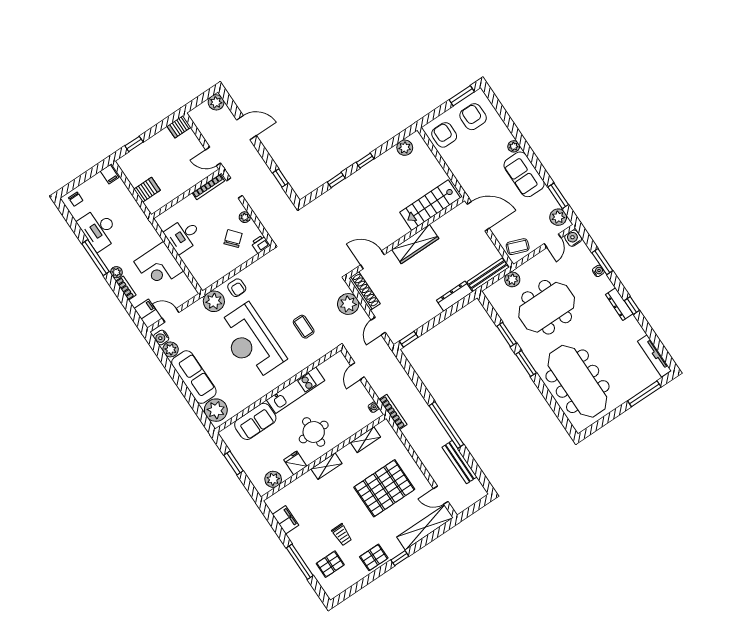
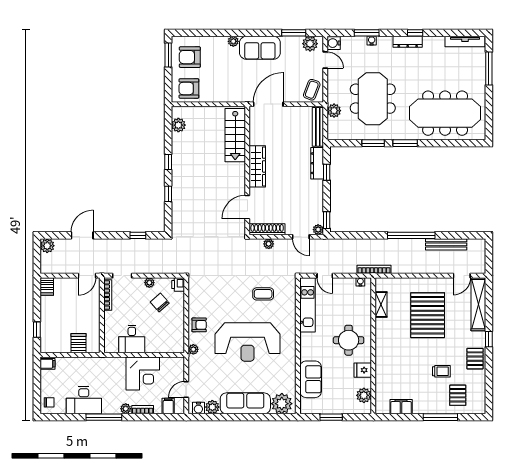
plant: (214, 301) -> (193, 349), width x0.53, depth x0.53
plant: (348, 304) -> (269, 244), width x0.53, depth x0.53
window: (452, 310) -> (327, 172), added
plant: (395, 337) -> (318, 230), added
kitchen unit: (296, 390) -> (308, 305), moved
shelving: (326, 466) -> (381, 348), removed

